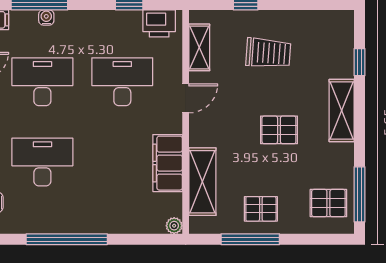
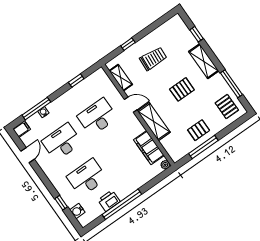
printer: (159, 23) -> (109, 201), moved, turned 180
door: (186, 98) -> (131, 105), hinge flipped
filing cabinet: (168, 163) -> (149, 148), moved
shelving: (202, 182) -> (154, 122), moved
window: (359, 194) -> (231, 84), moved
pallet: (328, 203) -> (227, 106), turned 90

